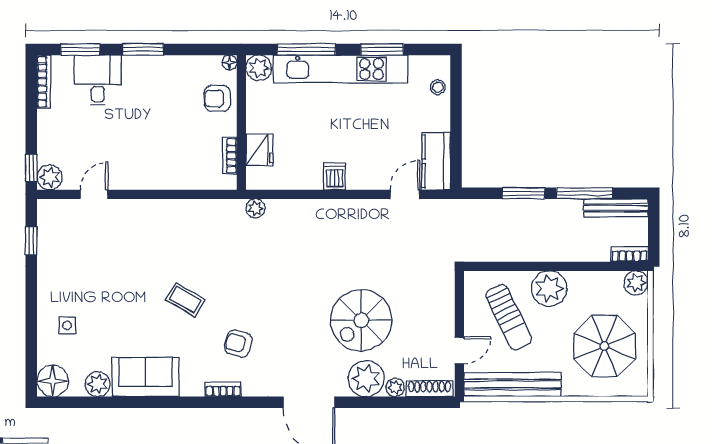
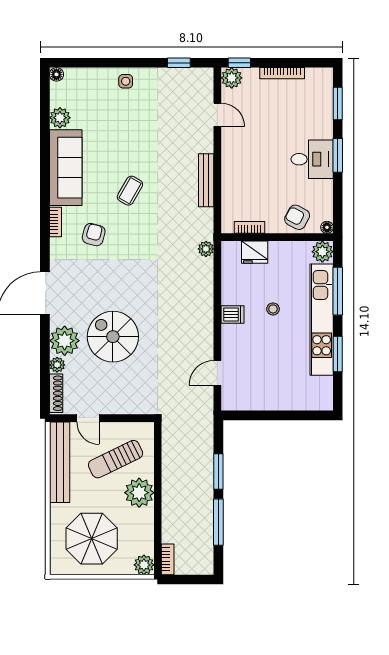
desk: (98, 80) -> (312, 159), moved
bookcase: (44, 82) -> (282, 73), moved
stool: (438, 87) -> (273, 309), moved
armchair: (217, 98) -> (297, 217), turned -62
kitchen counter: (436, 161) -> (245, 399), removed
door: (405, 194) -> (217, 373), swing flipped
bench: (616, 208) -> (206, 180), moved
side table: (67, 325) -> (126, 81), moved
sofa: (145, 377) -> (66, 168), width x1.36
floor lamp: (53, 381) -> (56, 74), width x0.53, depth x0.53

